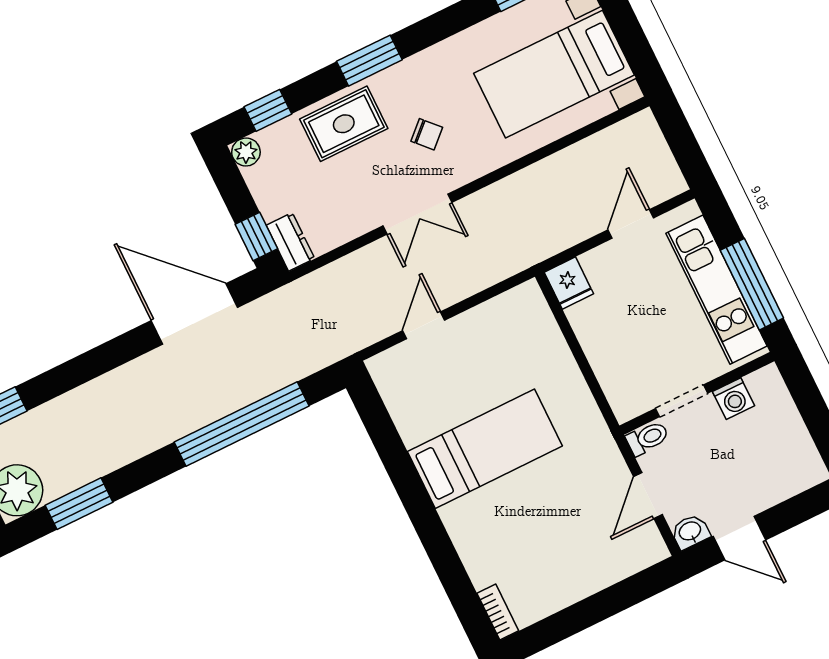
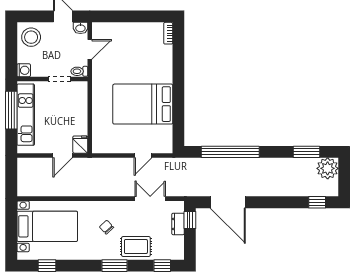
plant: (246, 152) -> (178, 254), removed
double door: (417, 214) -> (150, 199), moved
door: (631, 224) -> (63, 155), moved
dresser: (290, 242) -> (178, 224), moved
washing machine: (733, 399) -> (24, 70), moved, turned 90
bed: (485, 449) -> (143, 104), width x1.50
stool: (786, 461) -> (31, 37), added

